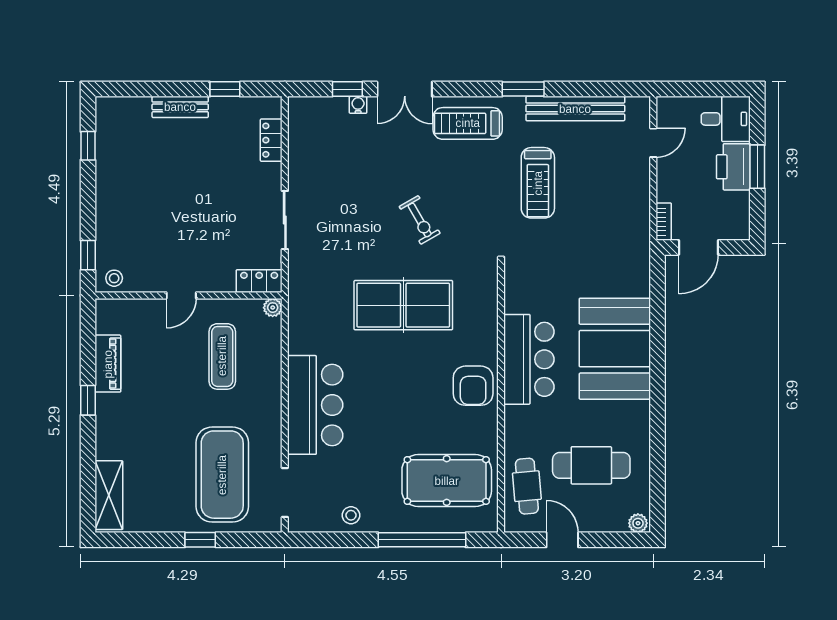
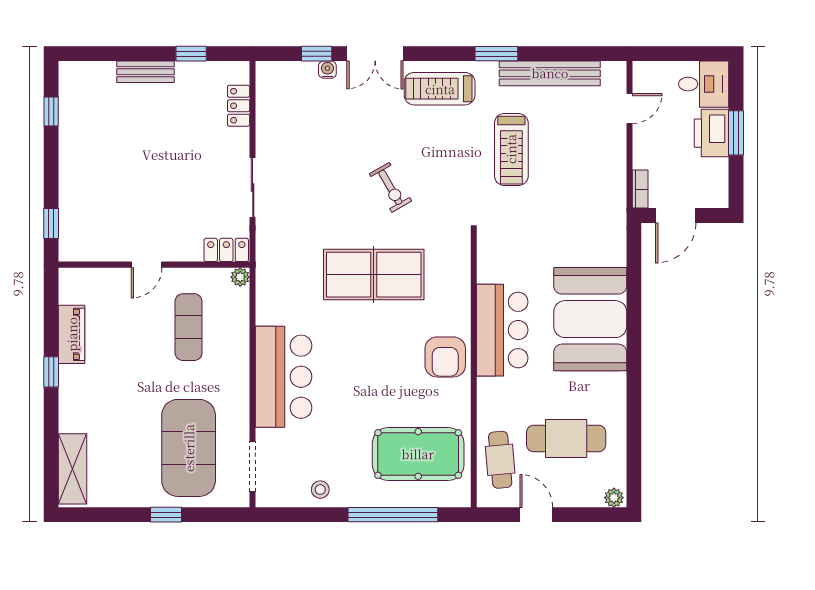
stool: (114, 278) -> (78, 247), removed

